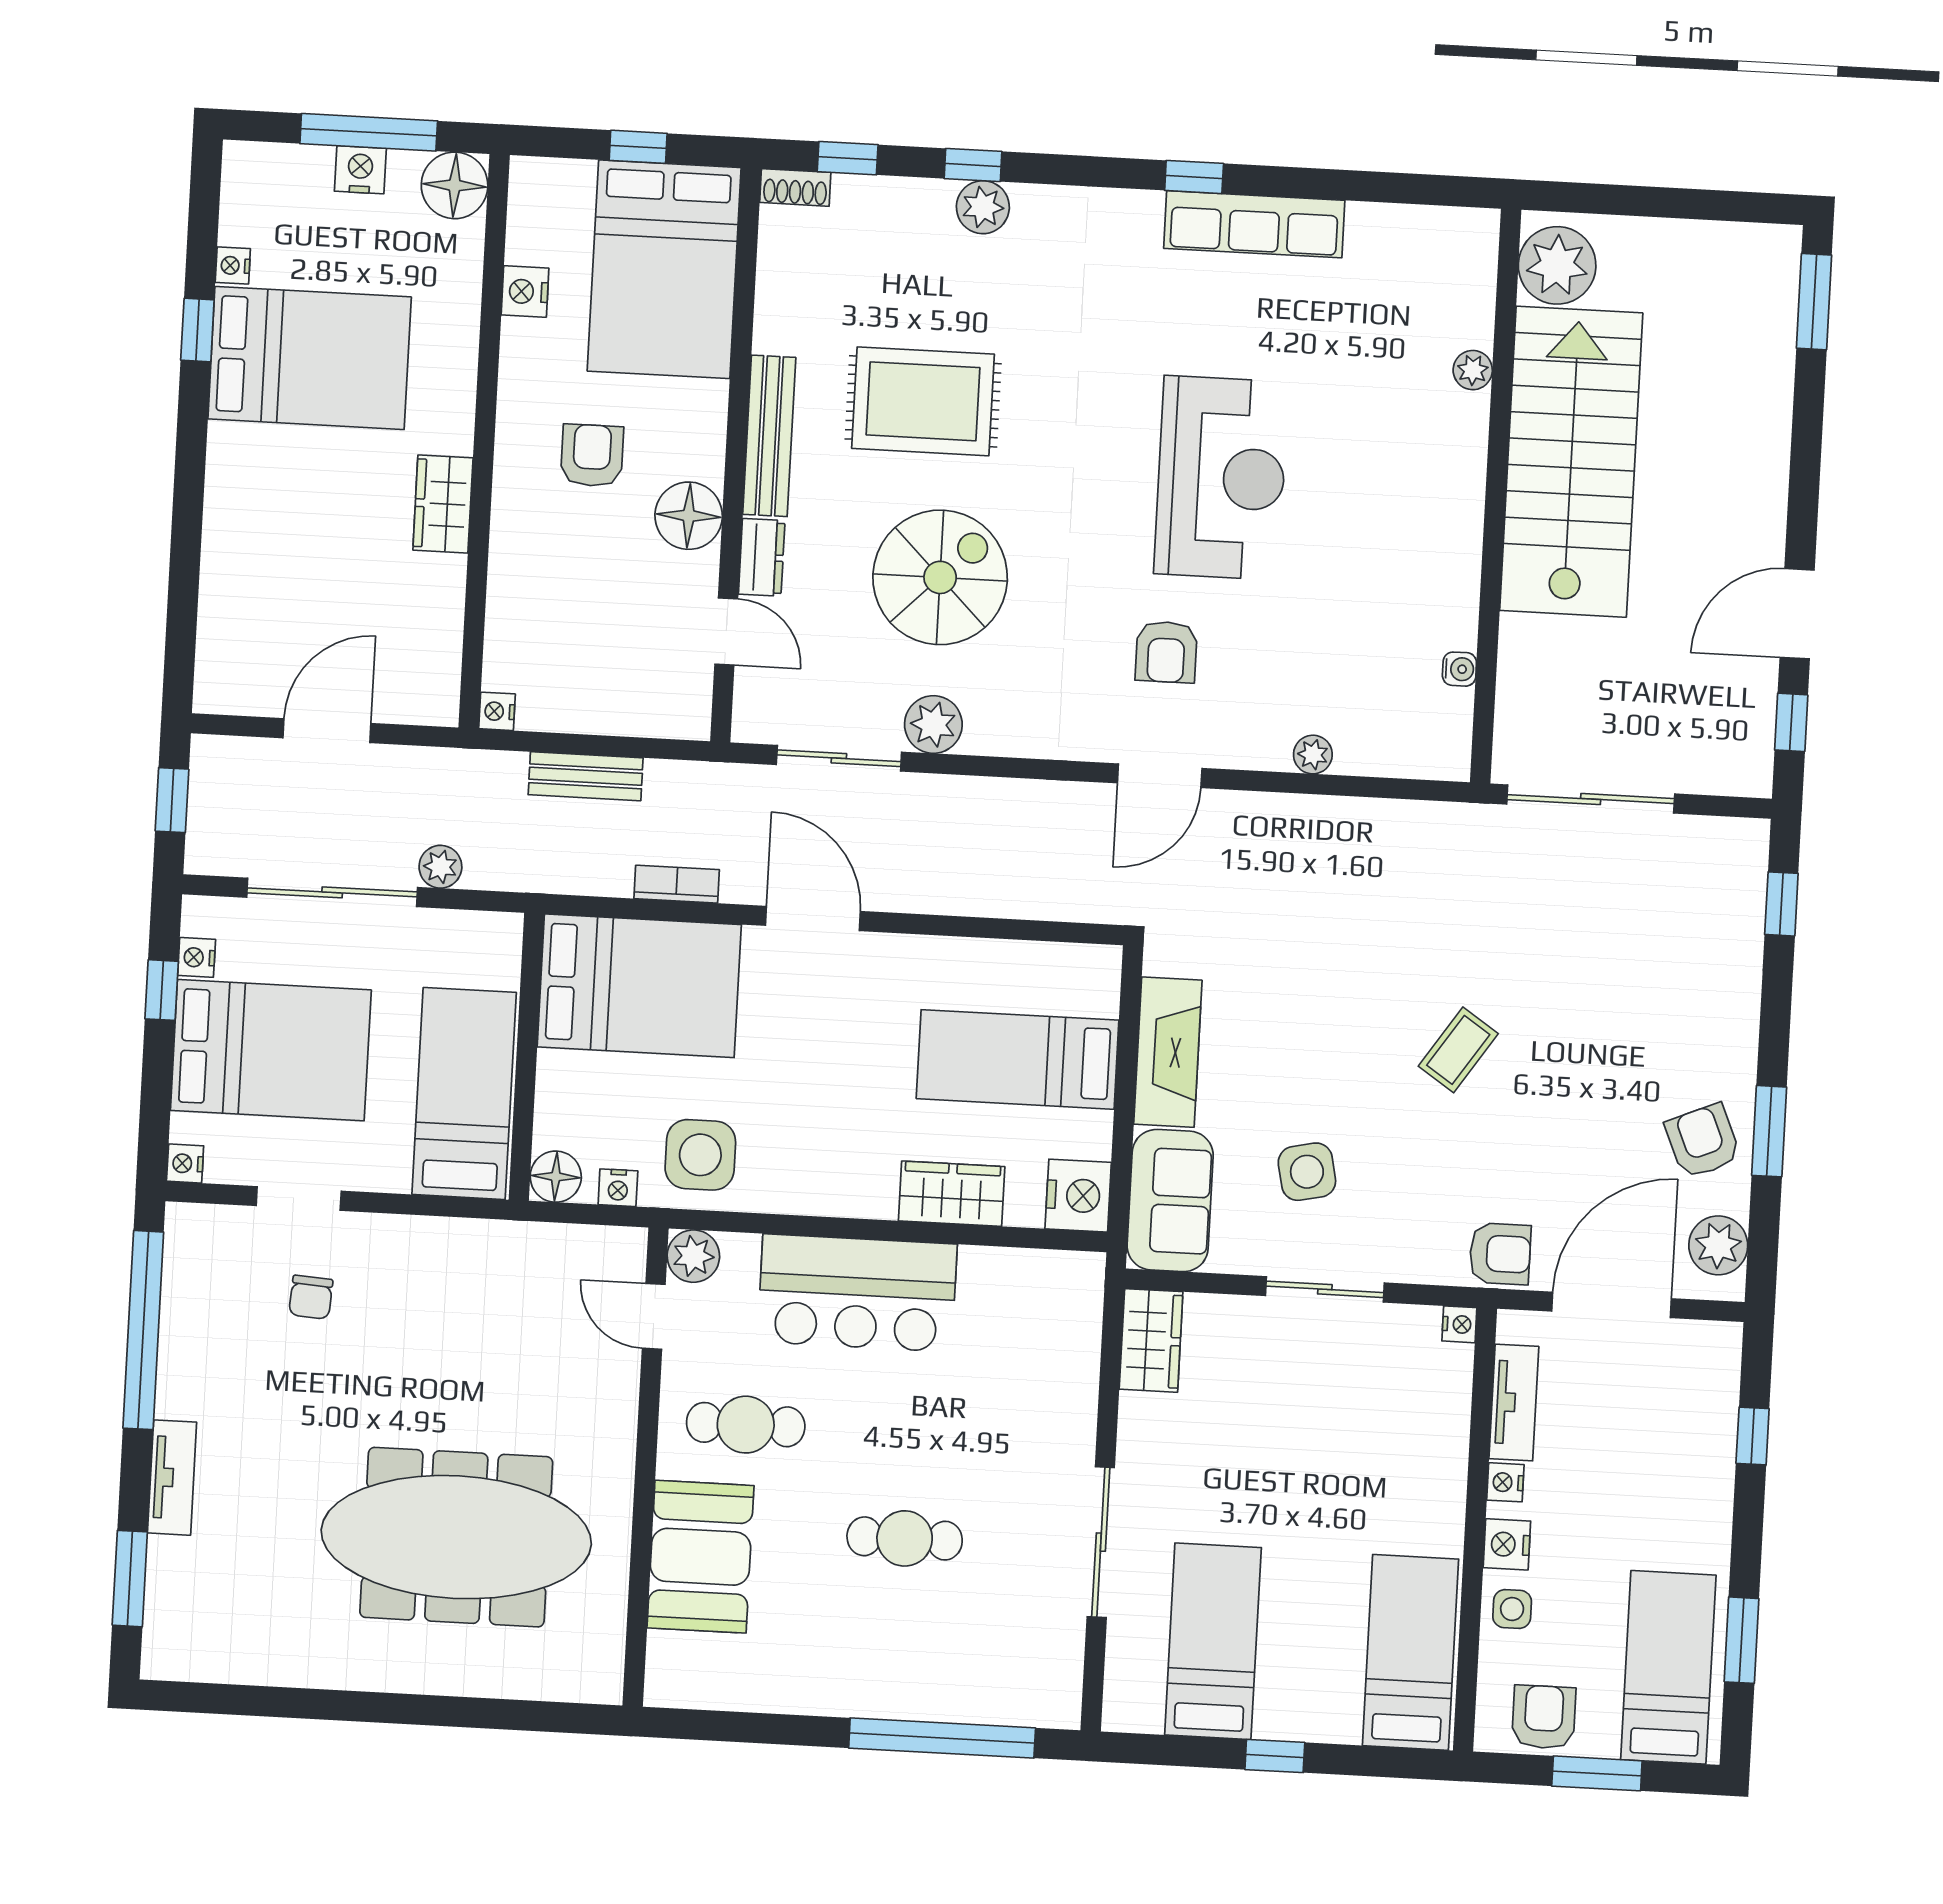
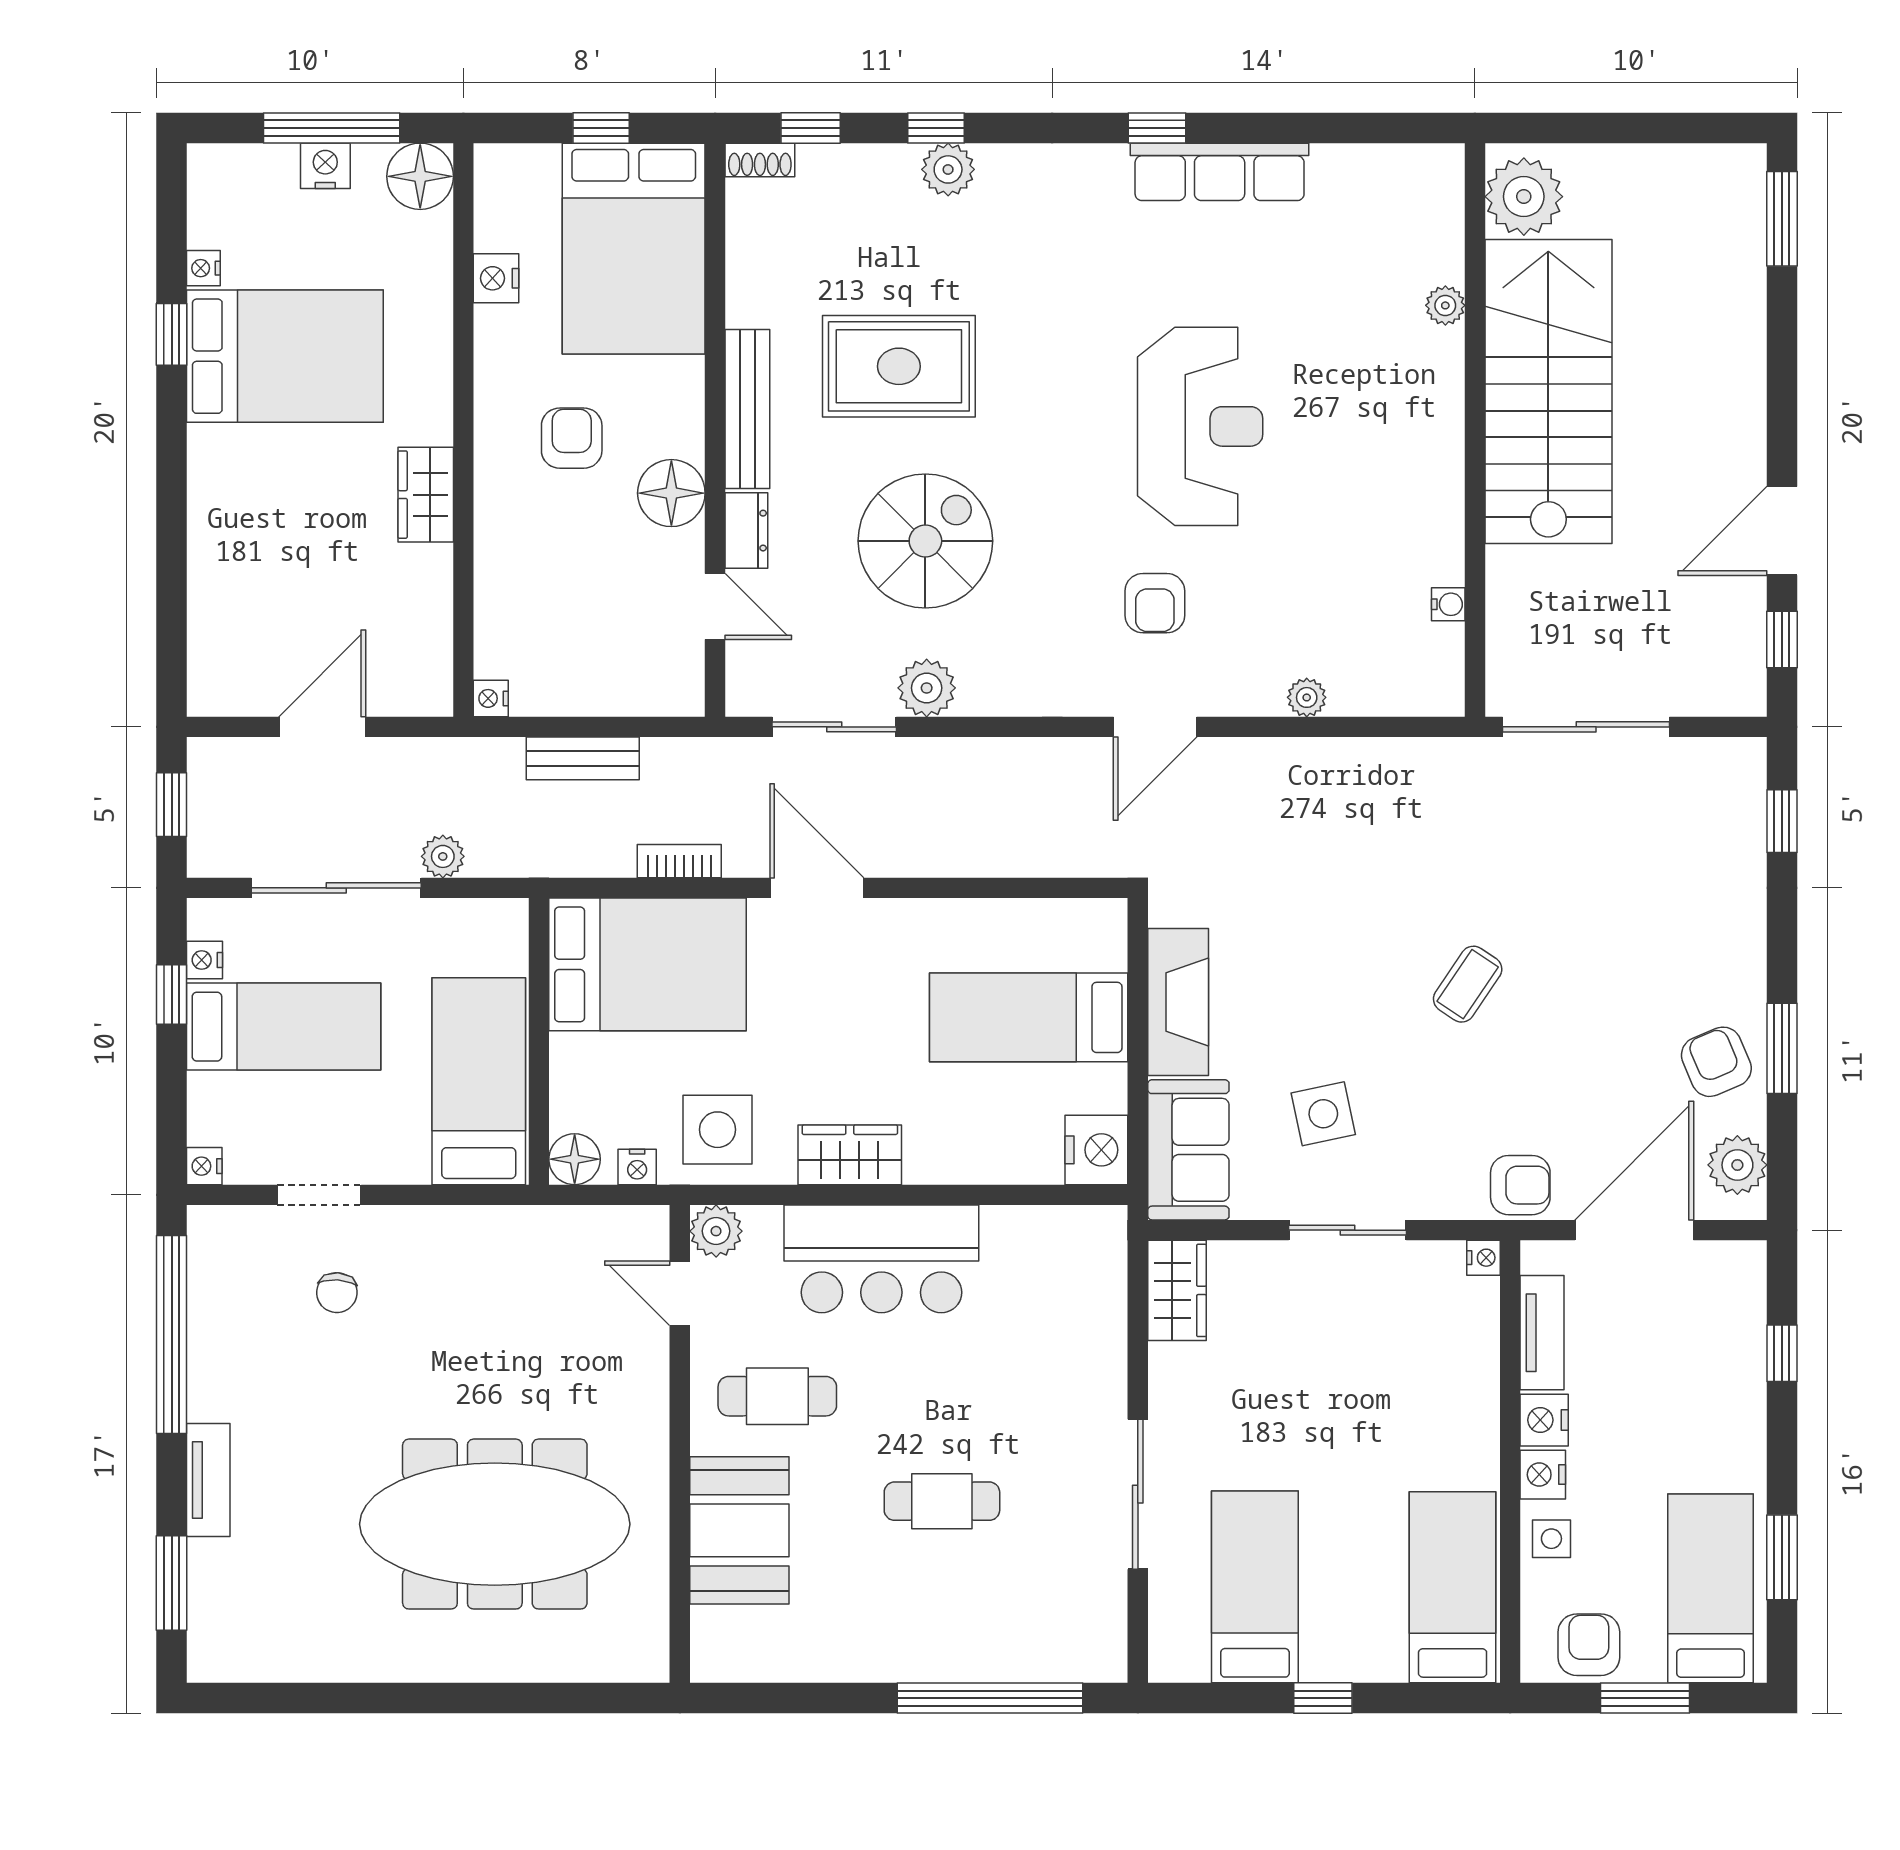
bed: (271, 1050) -> (284, 1027), width x0.67
wardrobe: (952, 1194) -> (850, 1155), moved
nightstand: (1505, 1482) -> (1544, 1420), width x1.39, depth x1.35

